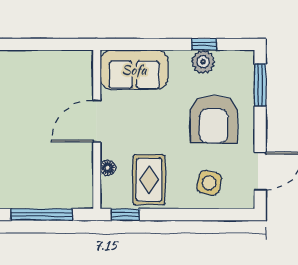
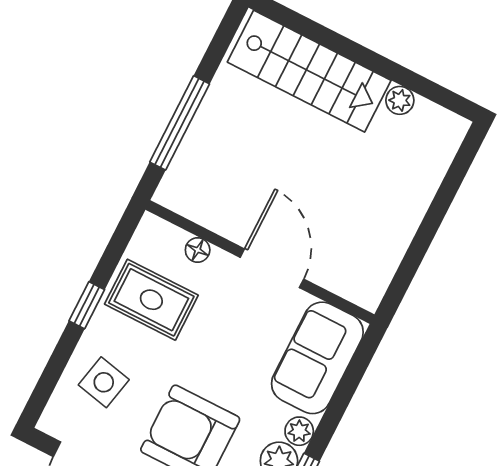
plant: (181, 59) -> (299, 431), added
window: (125, 215) -> (87, 305), moved

